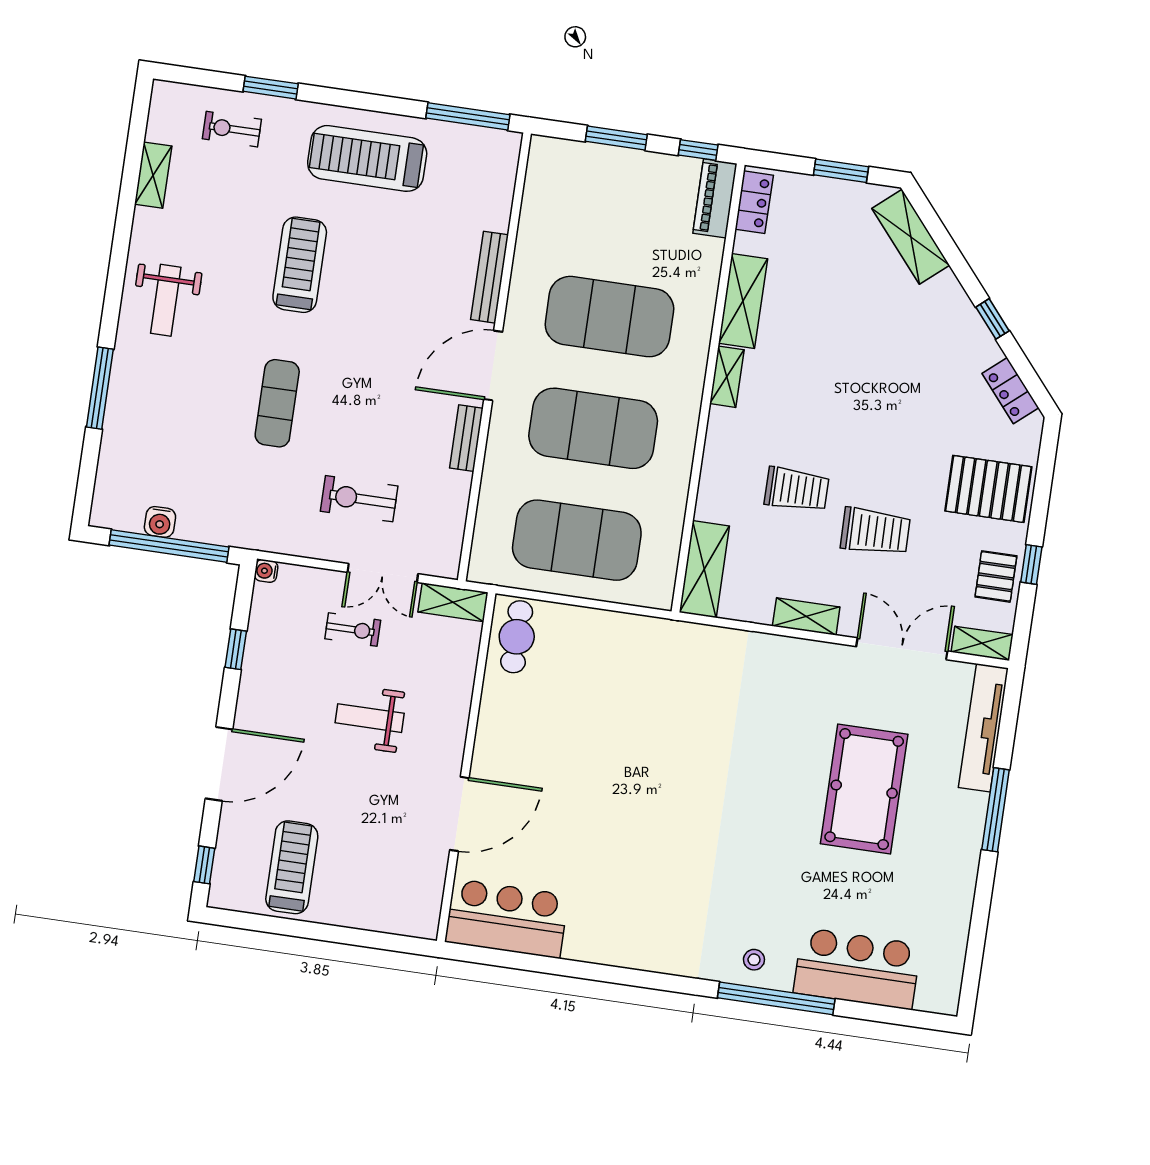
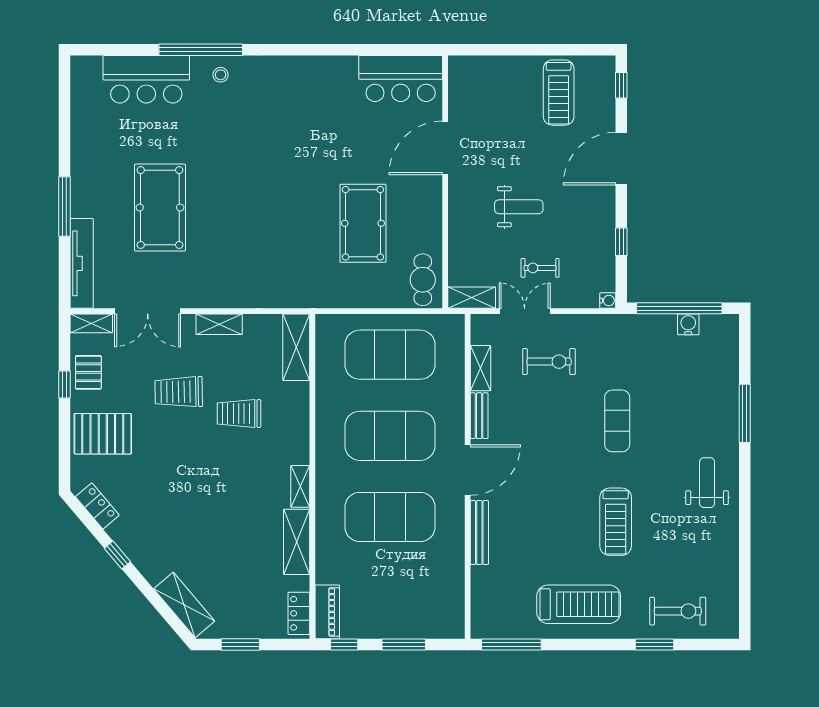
exercise bike: (232, 129) -> (678, 611), width x1.38, depth x1.39
shelving: (153, 175) -> (480, 368), moved
pool table: (588, 727) -> (363, 223), added

